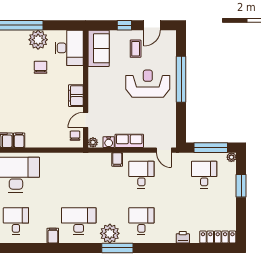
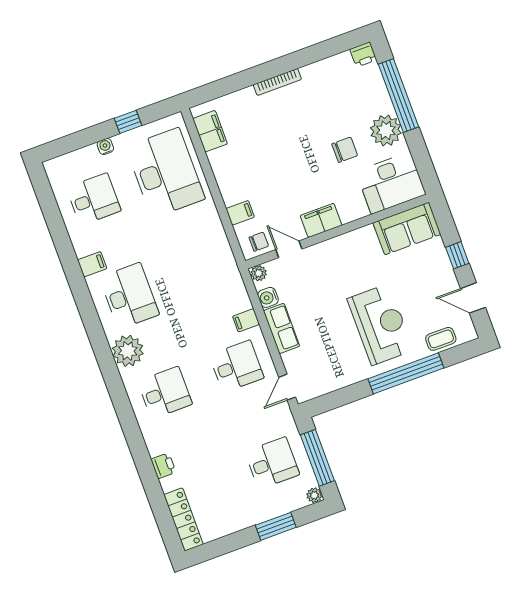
coffee table: (136, 49) -> (441, 339), moved
filing cabinet: (19, 140) -> (240, 213), moved
window: (117, 248) -> (110, 371), removed

